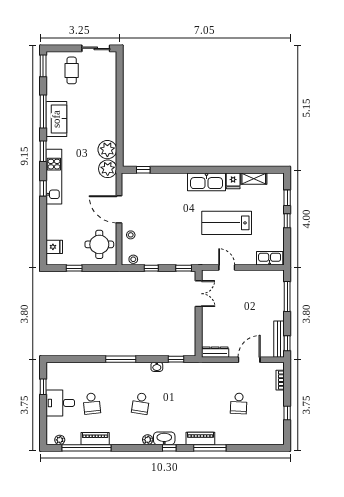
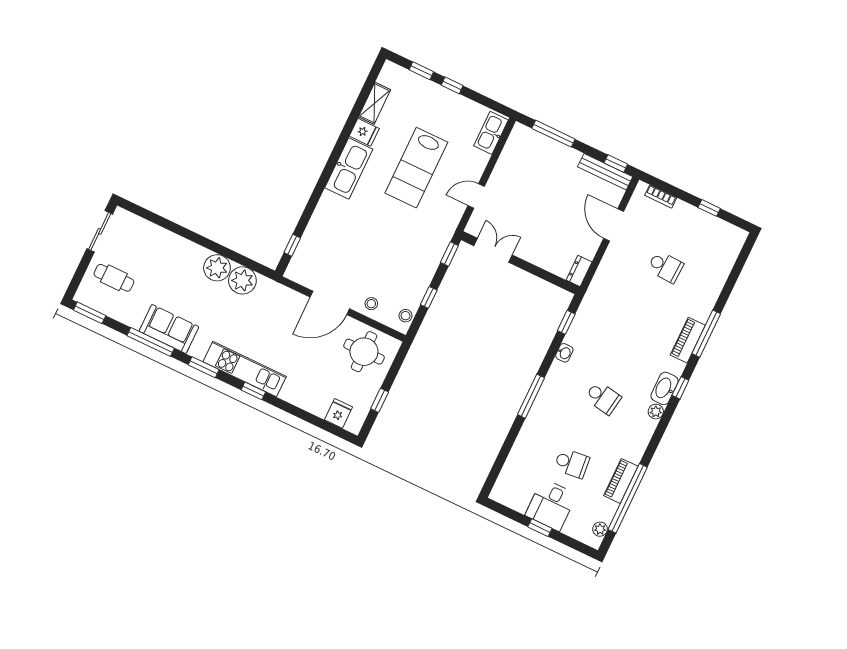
plant: (108, 169) -> (217, 268), moved
dresser: (215, 352) -> (579, 271), width x0.70
window: (43, 387) -> (540, 528), moved

